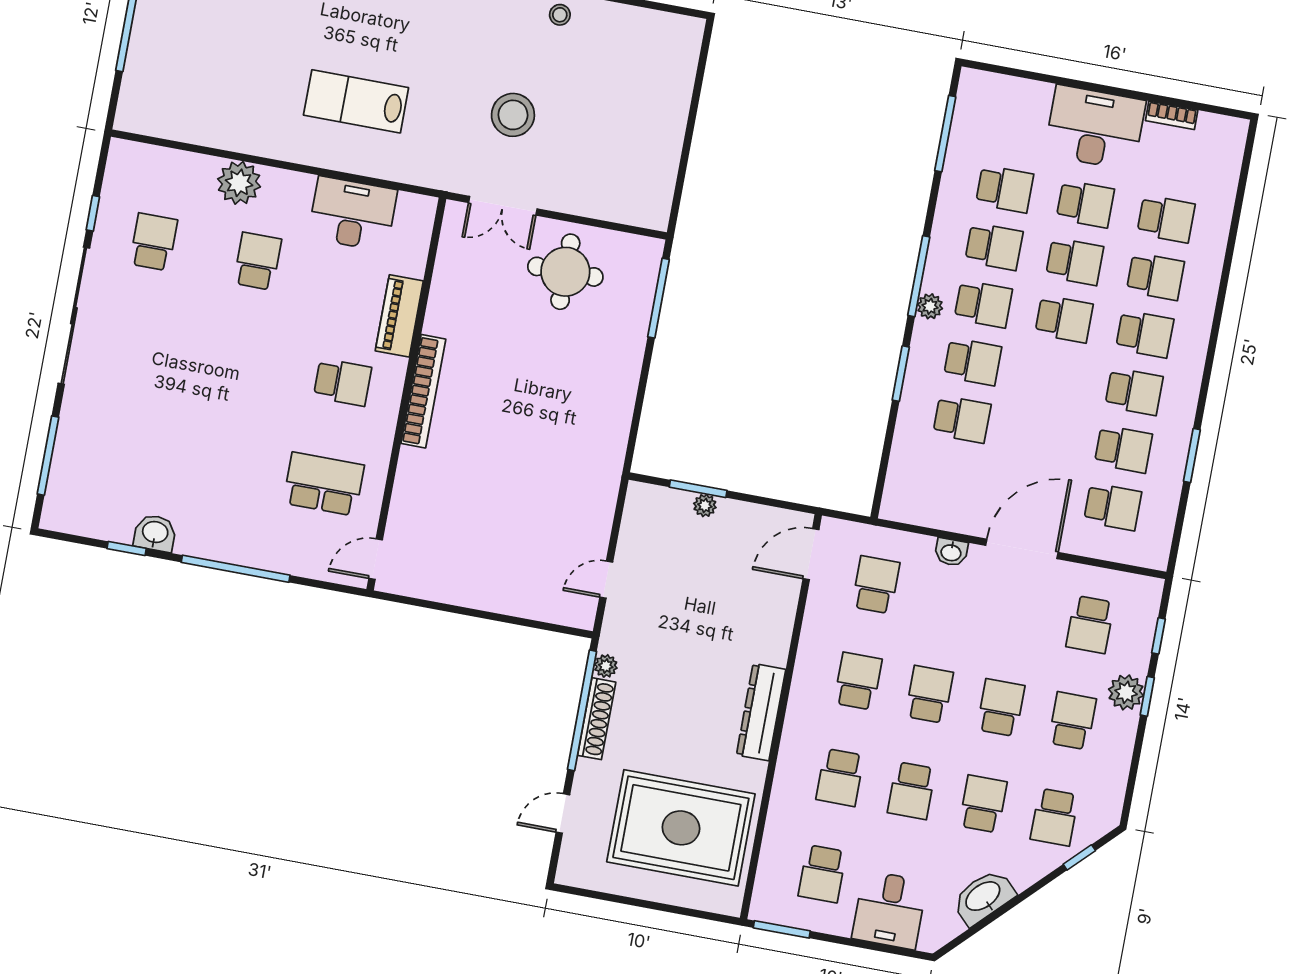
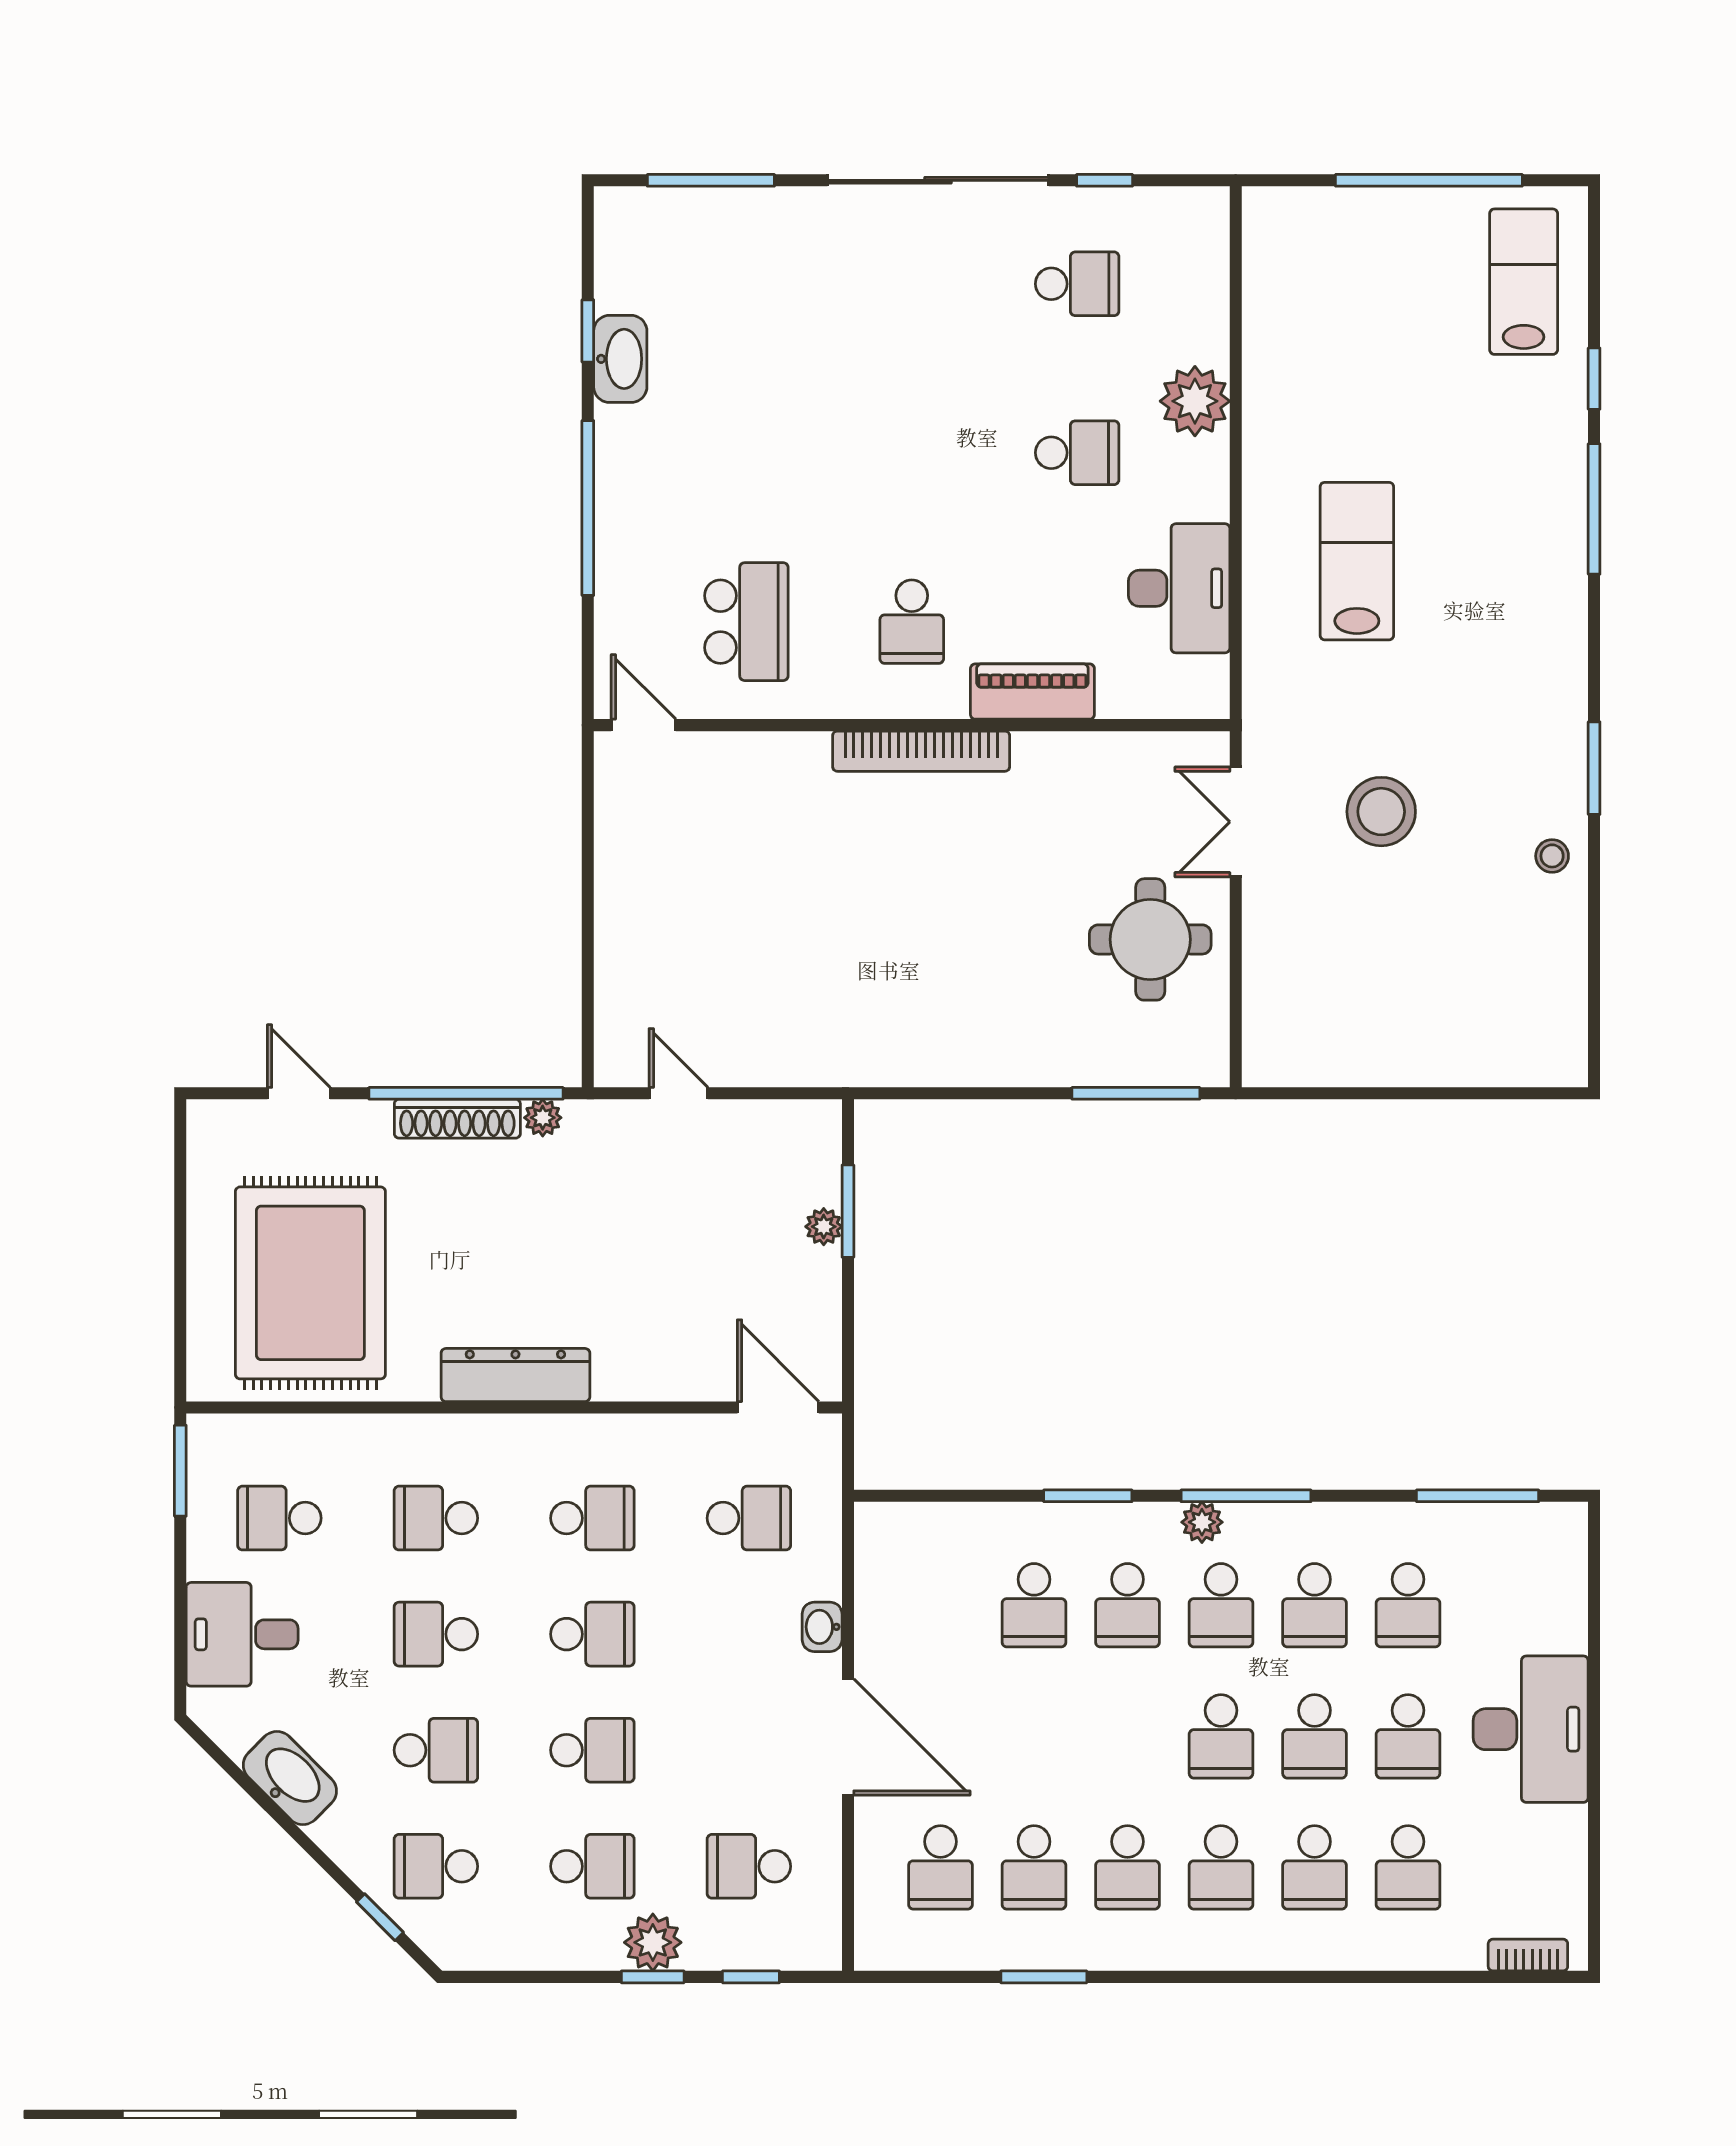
bookcase: (1172, 115) -> (1528, 1955), moved, turned 90
washbasin: (155, 533) -> (620, 359), width x1.38

